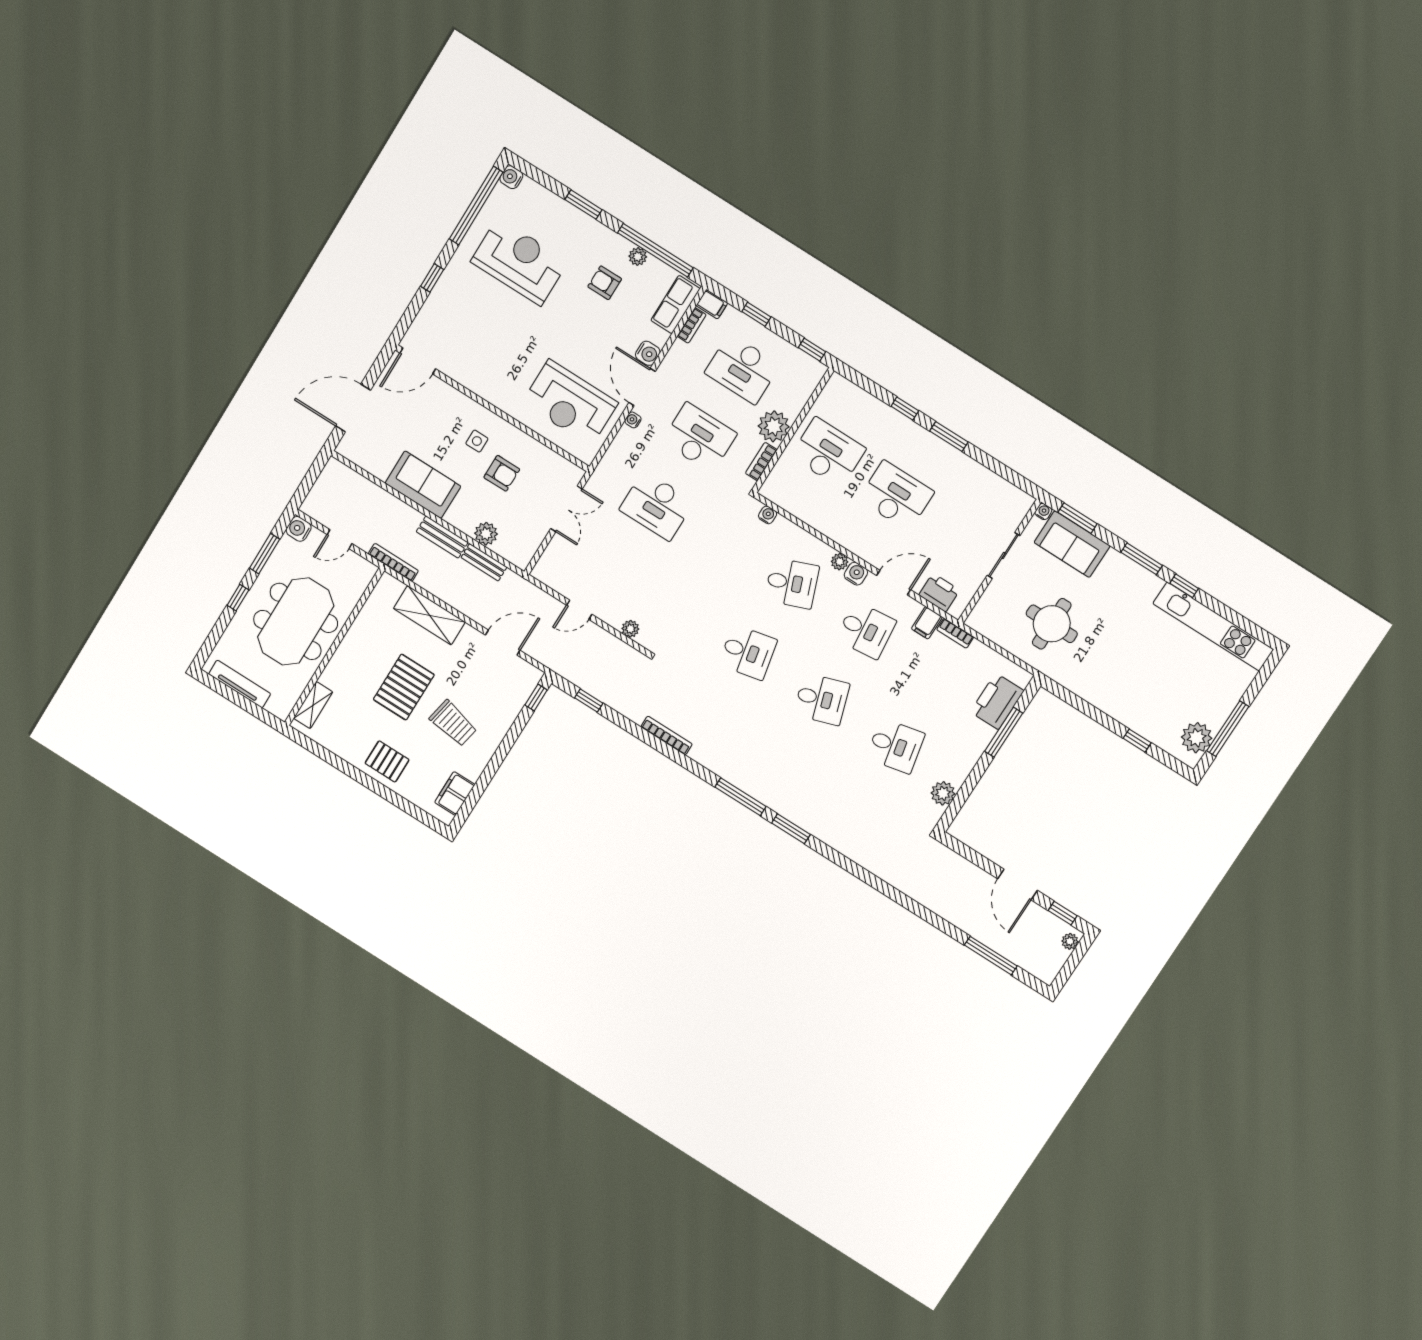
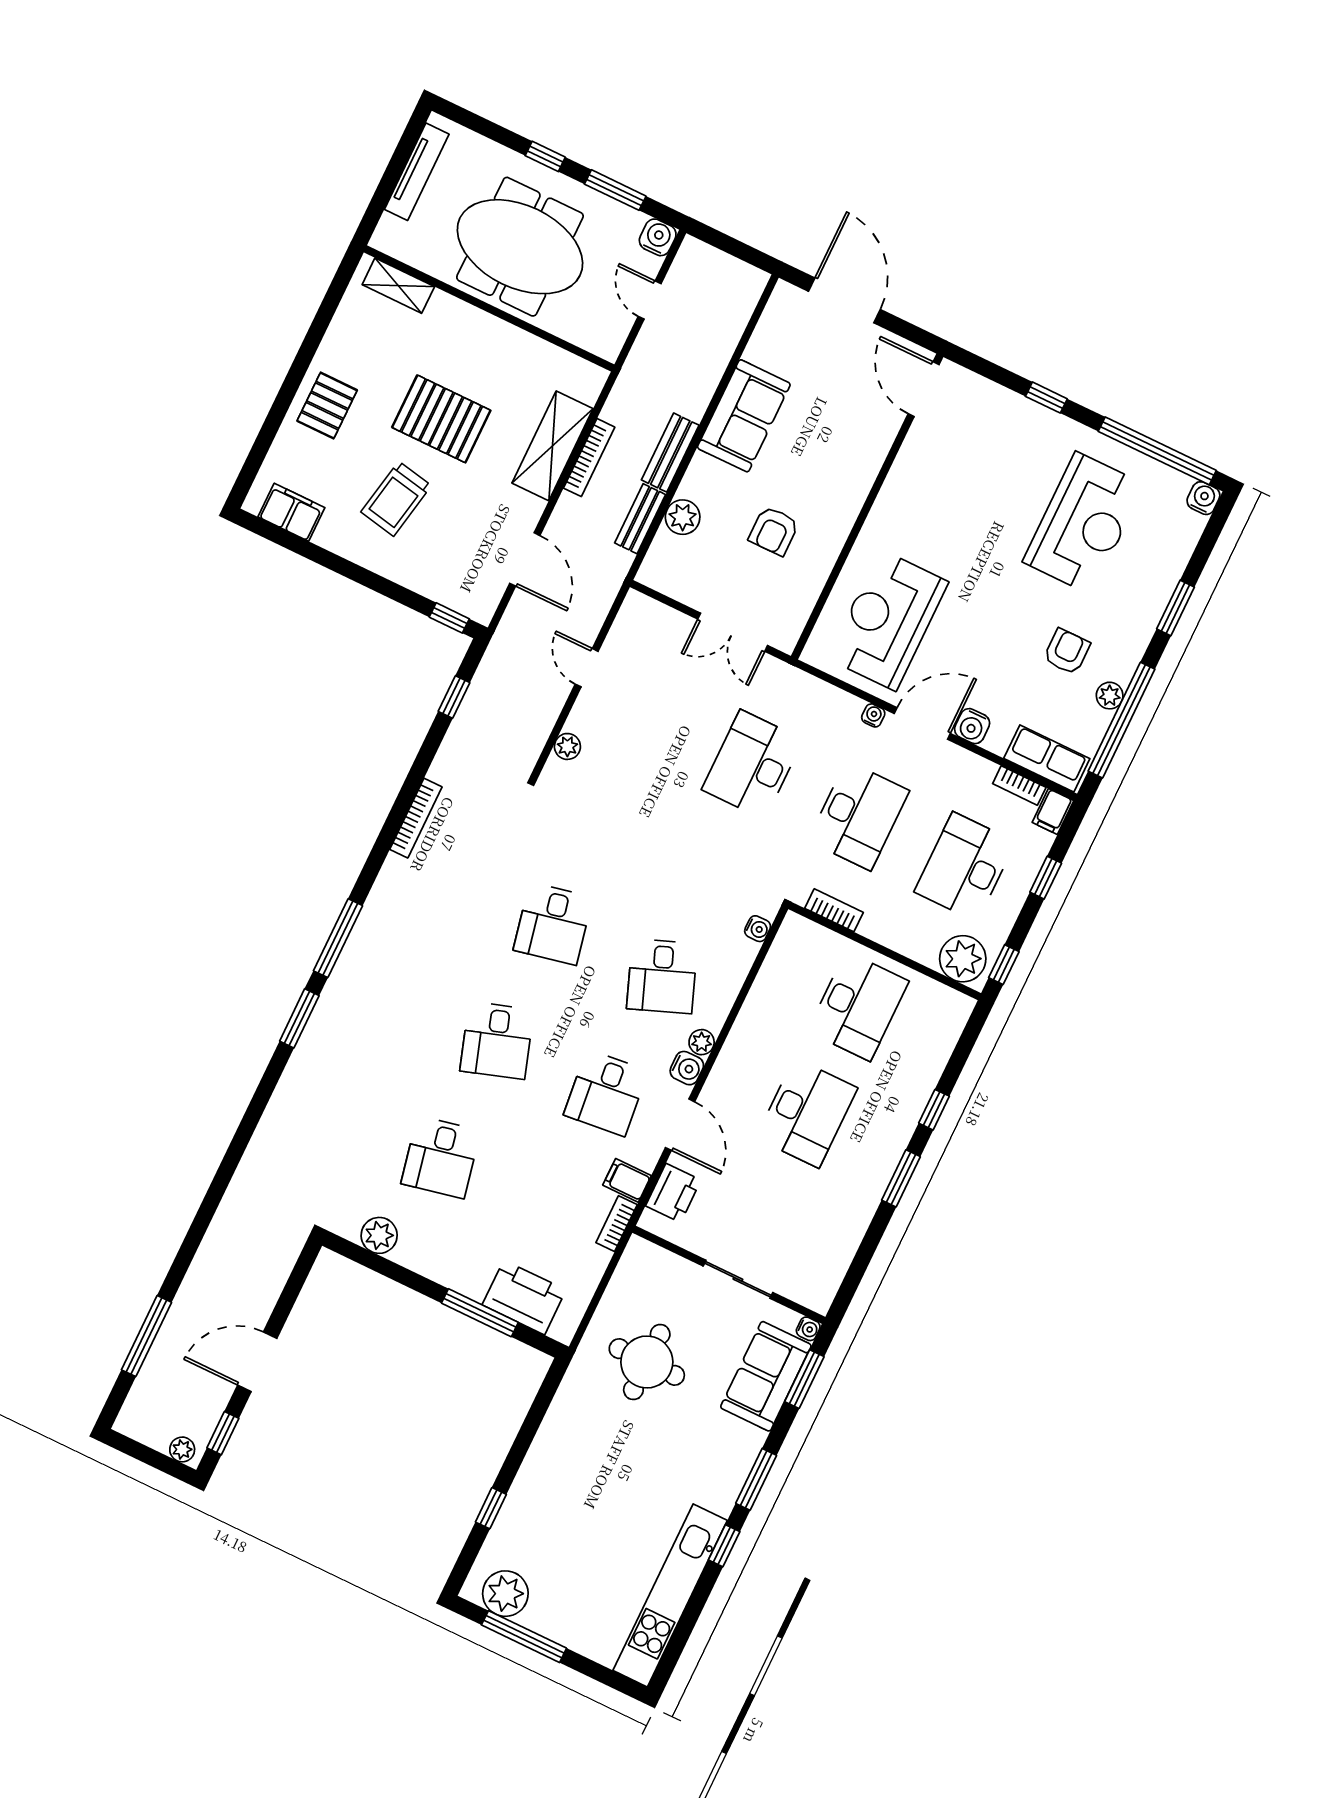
plant: (774, 426) -> (963, 959), moved
side table: (477, 441) -> (817, 489), removed
bookcase: (393, 562) -> (589, 458), moved

